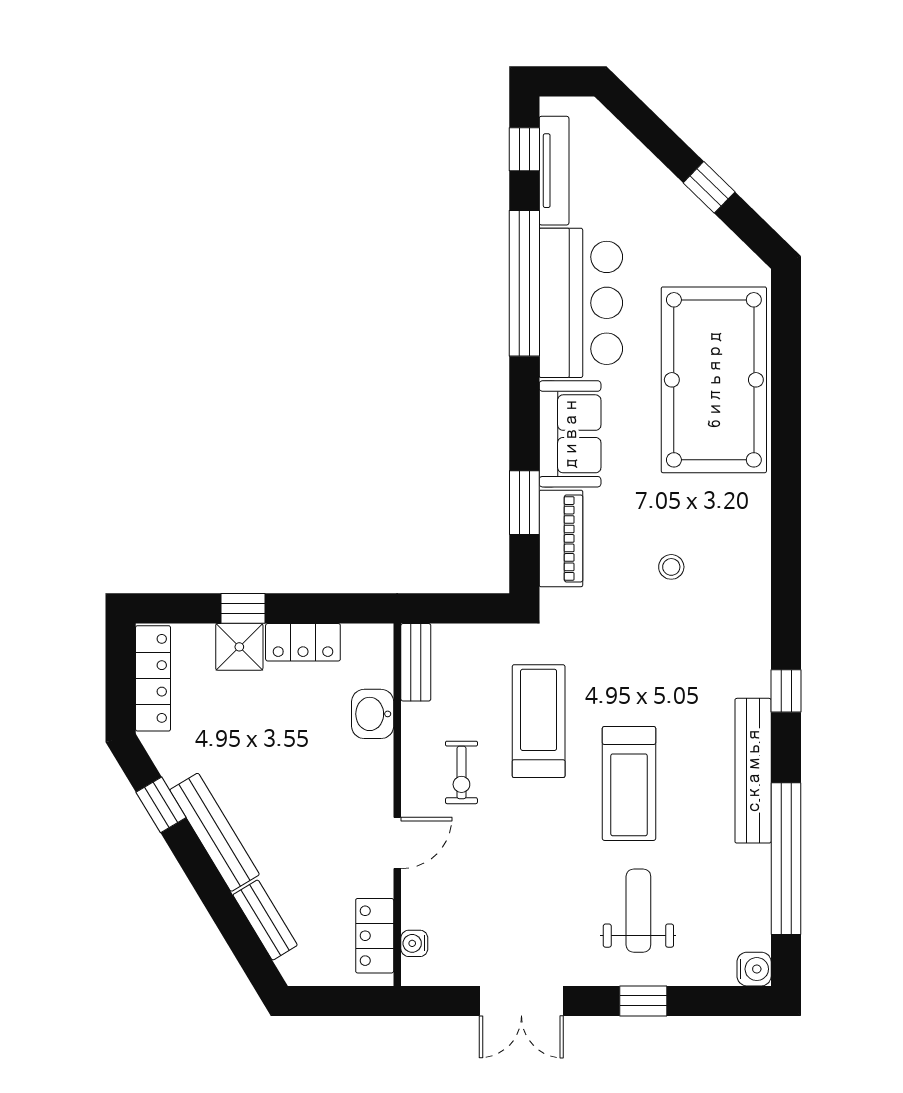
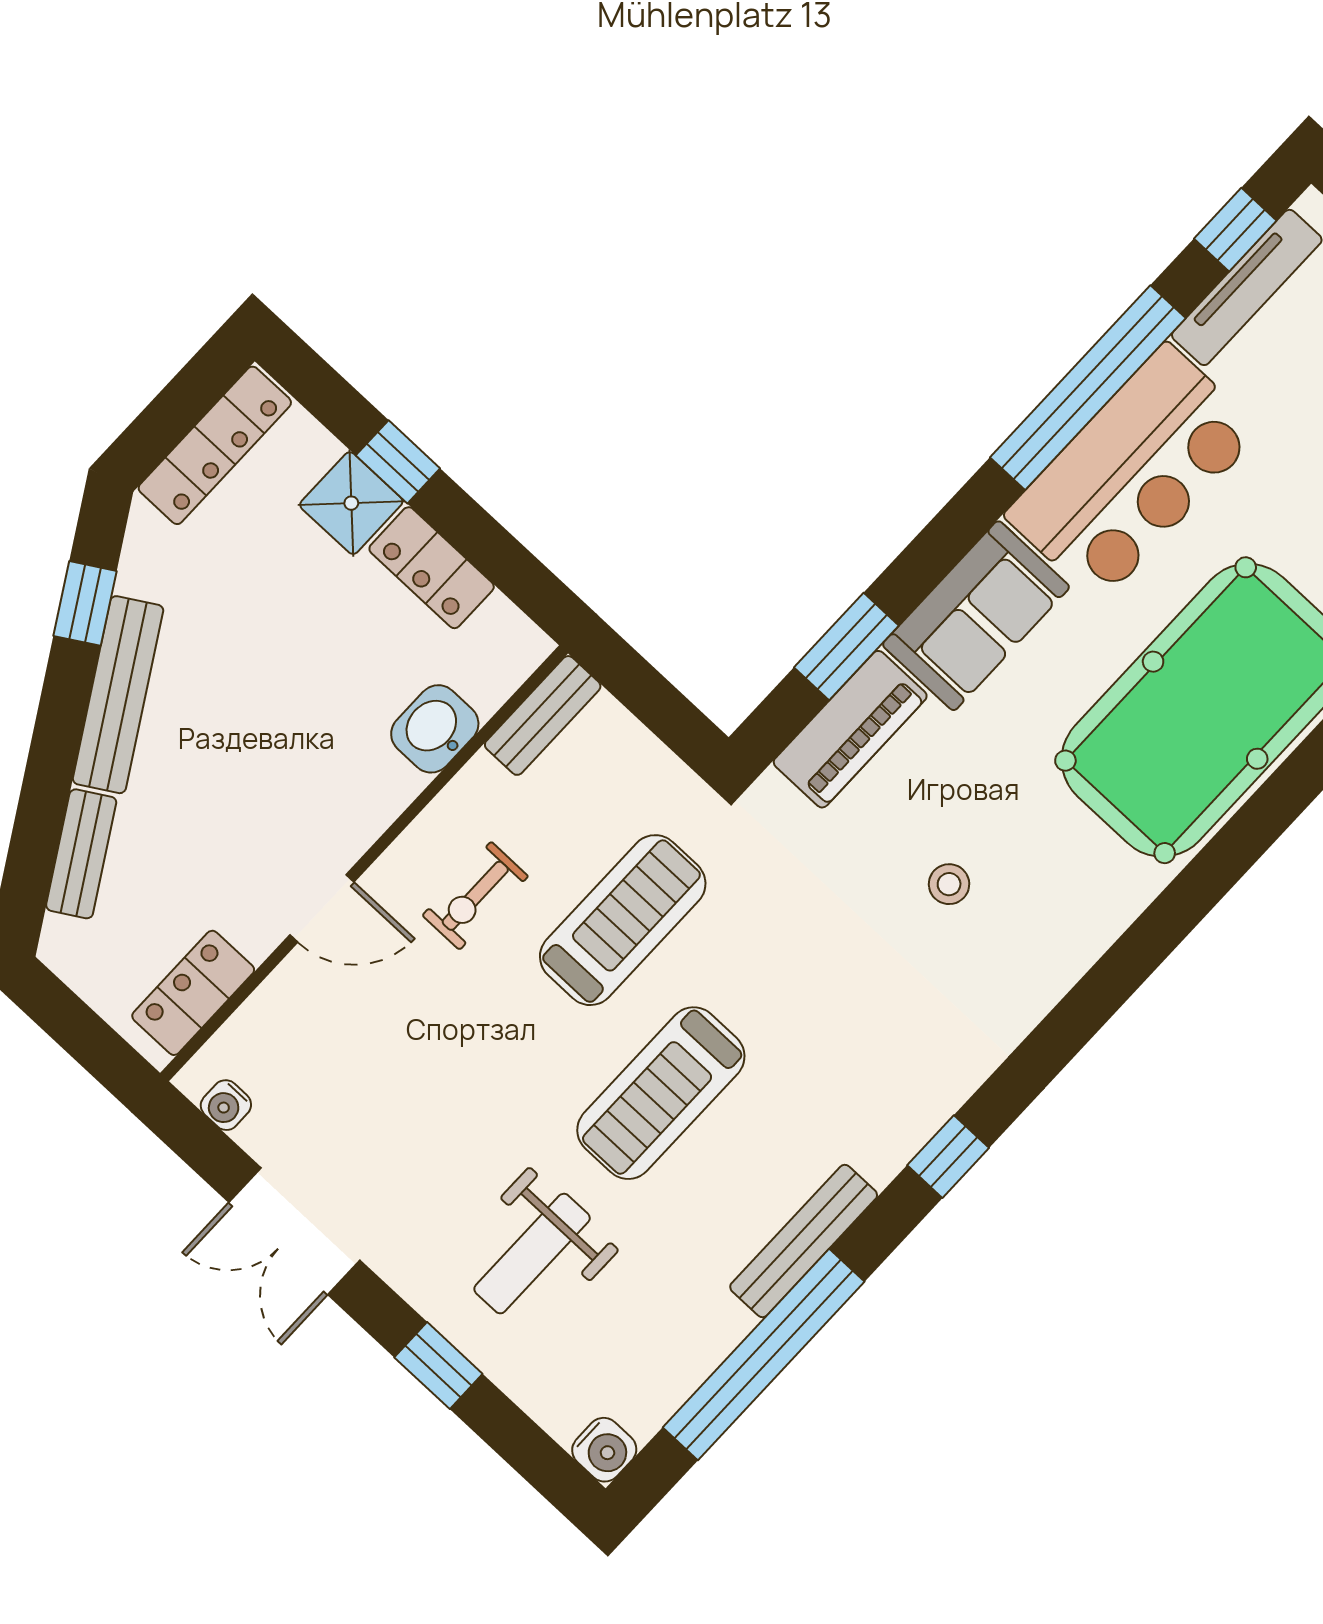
bench: (753, 771) -> (804, 1241), width x0.73, depth x0.82
weight bench: (638, 911) -> (532, 1254), turned 180
water cooler: (414, 943) -> (226, 1105), moved, turned -90

